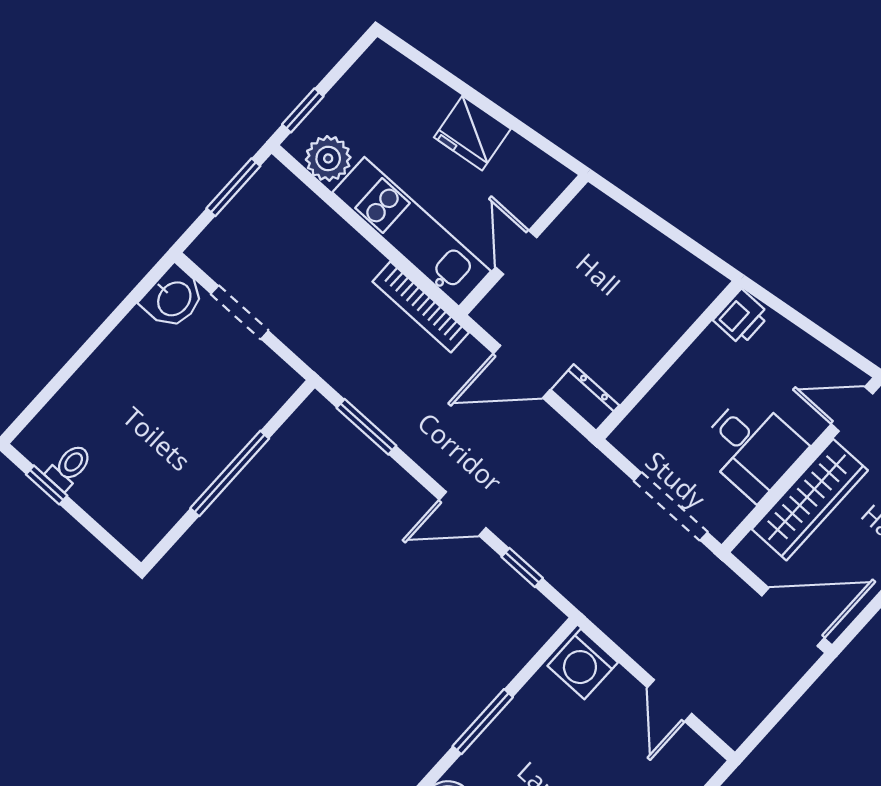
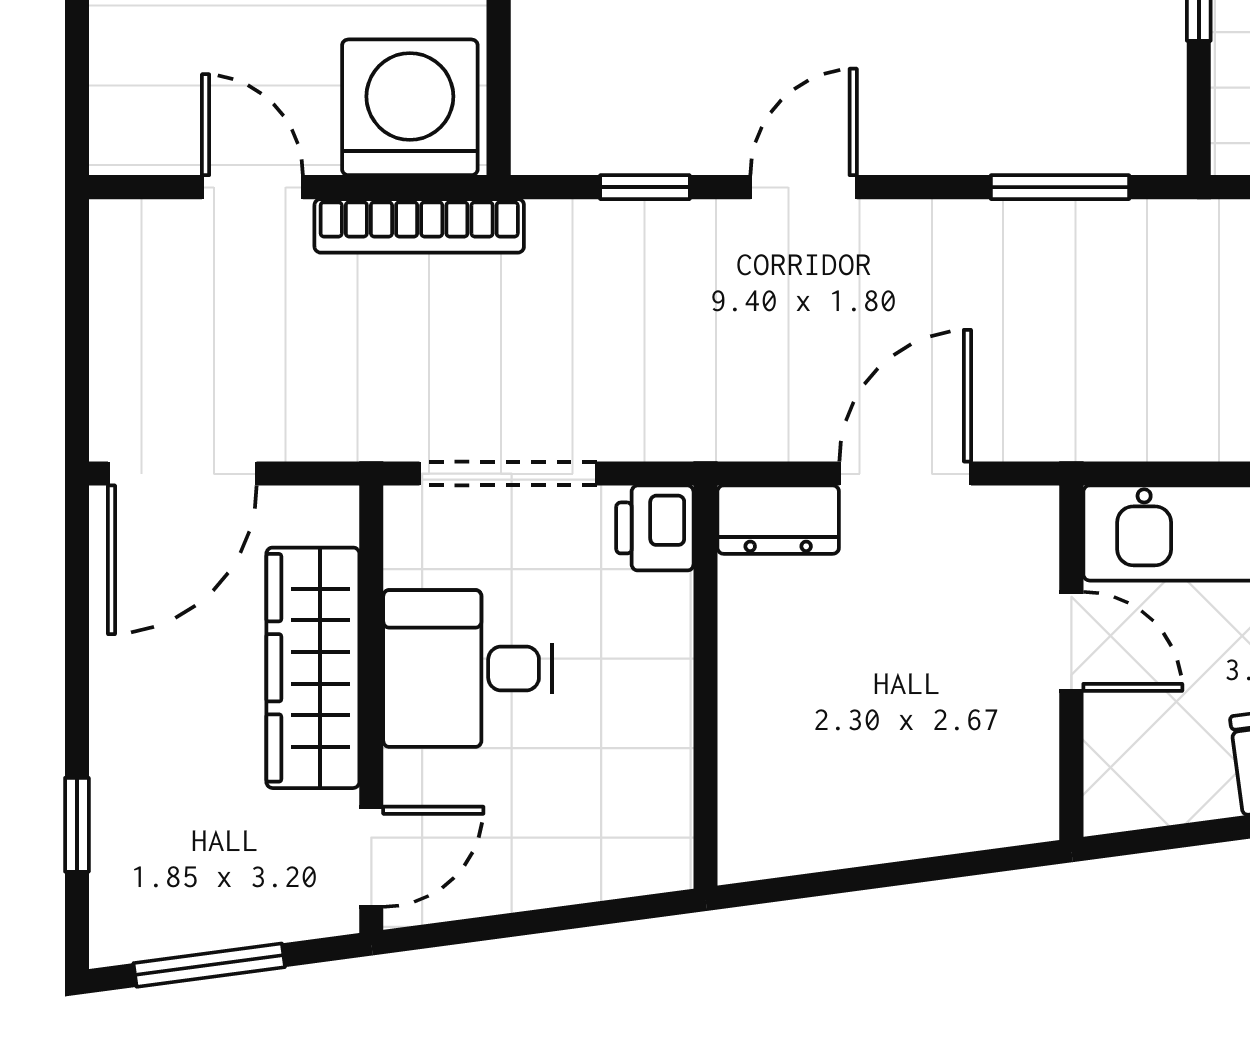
bookcase: (421, 307) -> (419, 226), moved, turned 180
printer: (741, 317) -> (655, 528), moved
washing machine: (583, 664) -> (410, 107), width x1.37, depth x1.37

